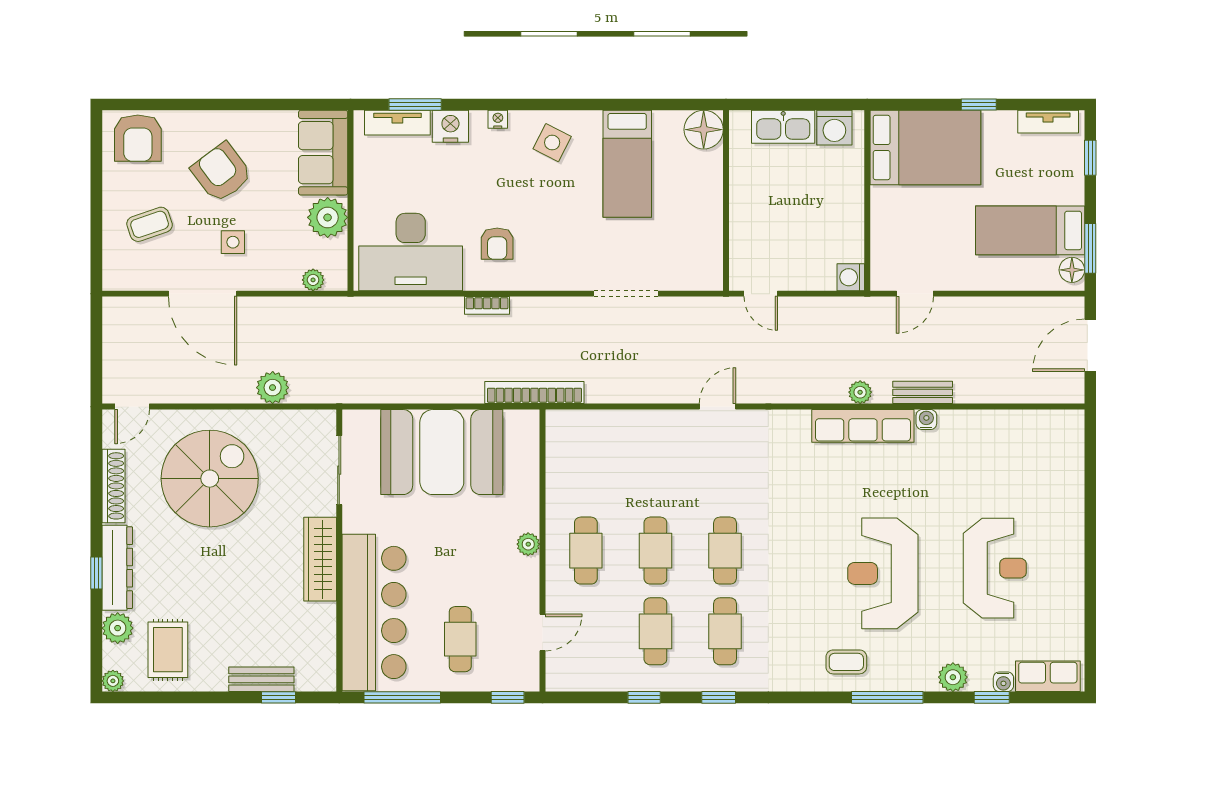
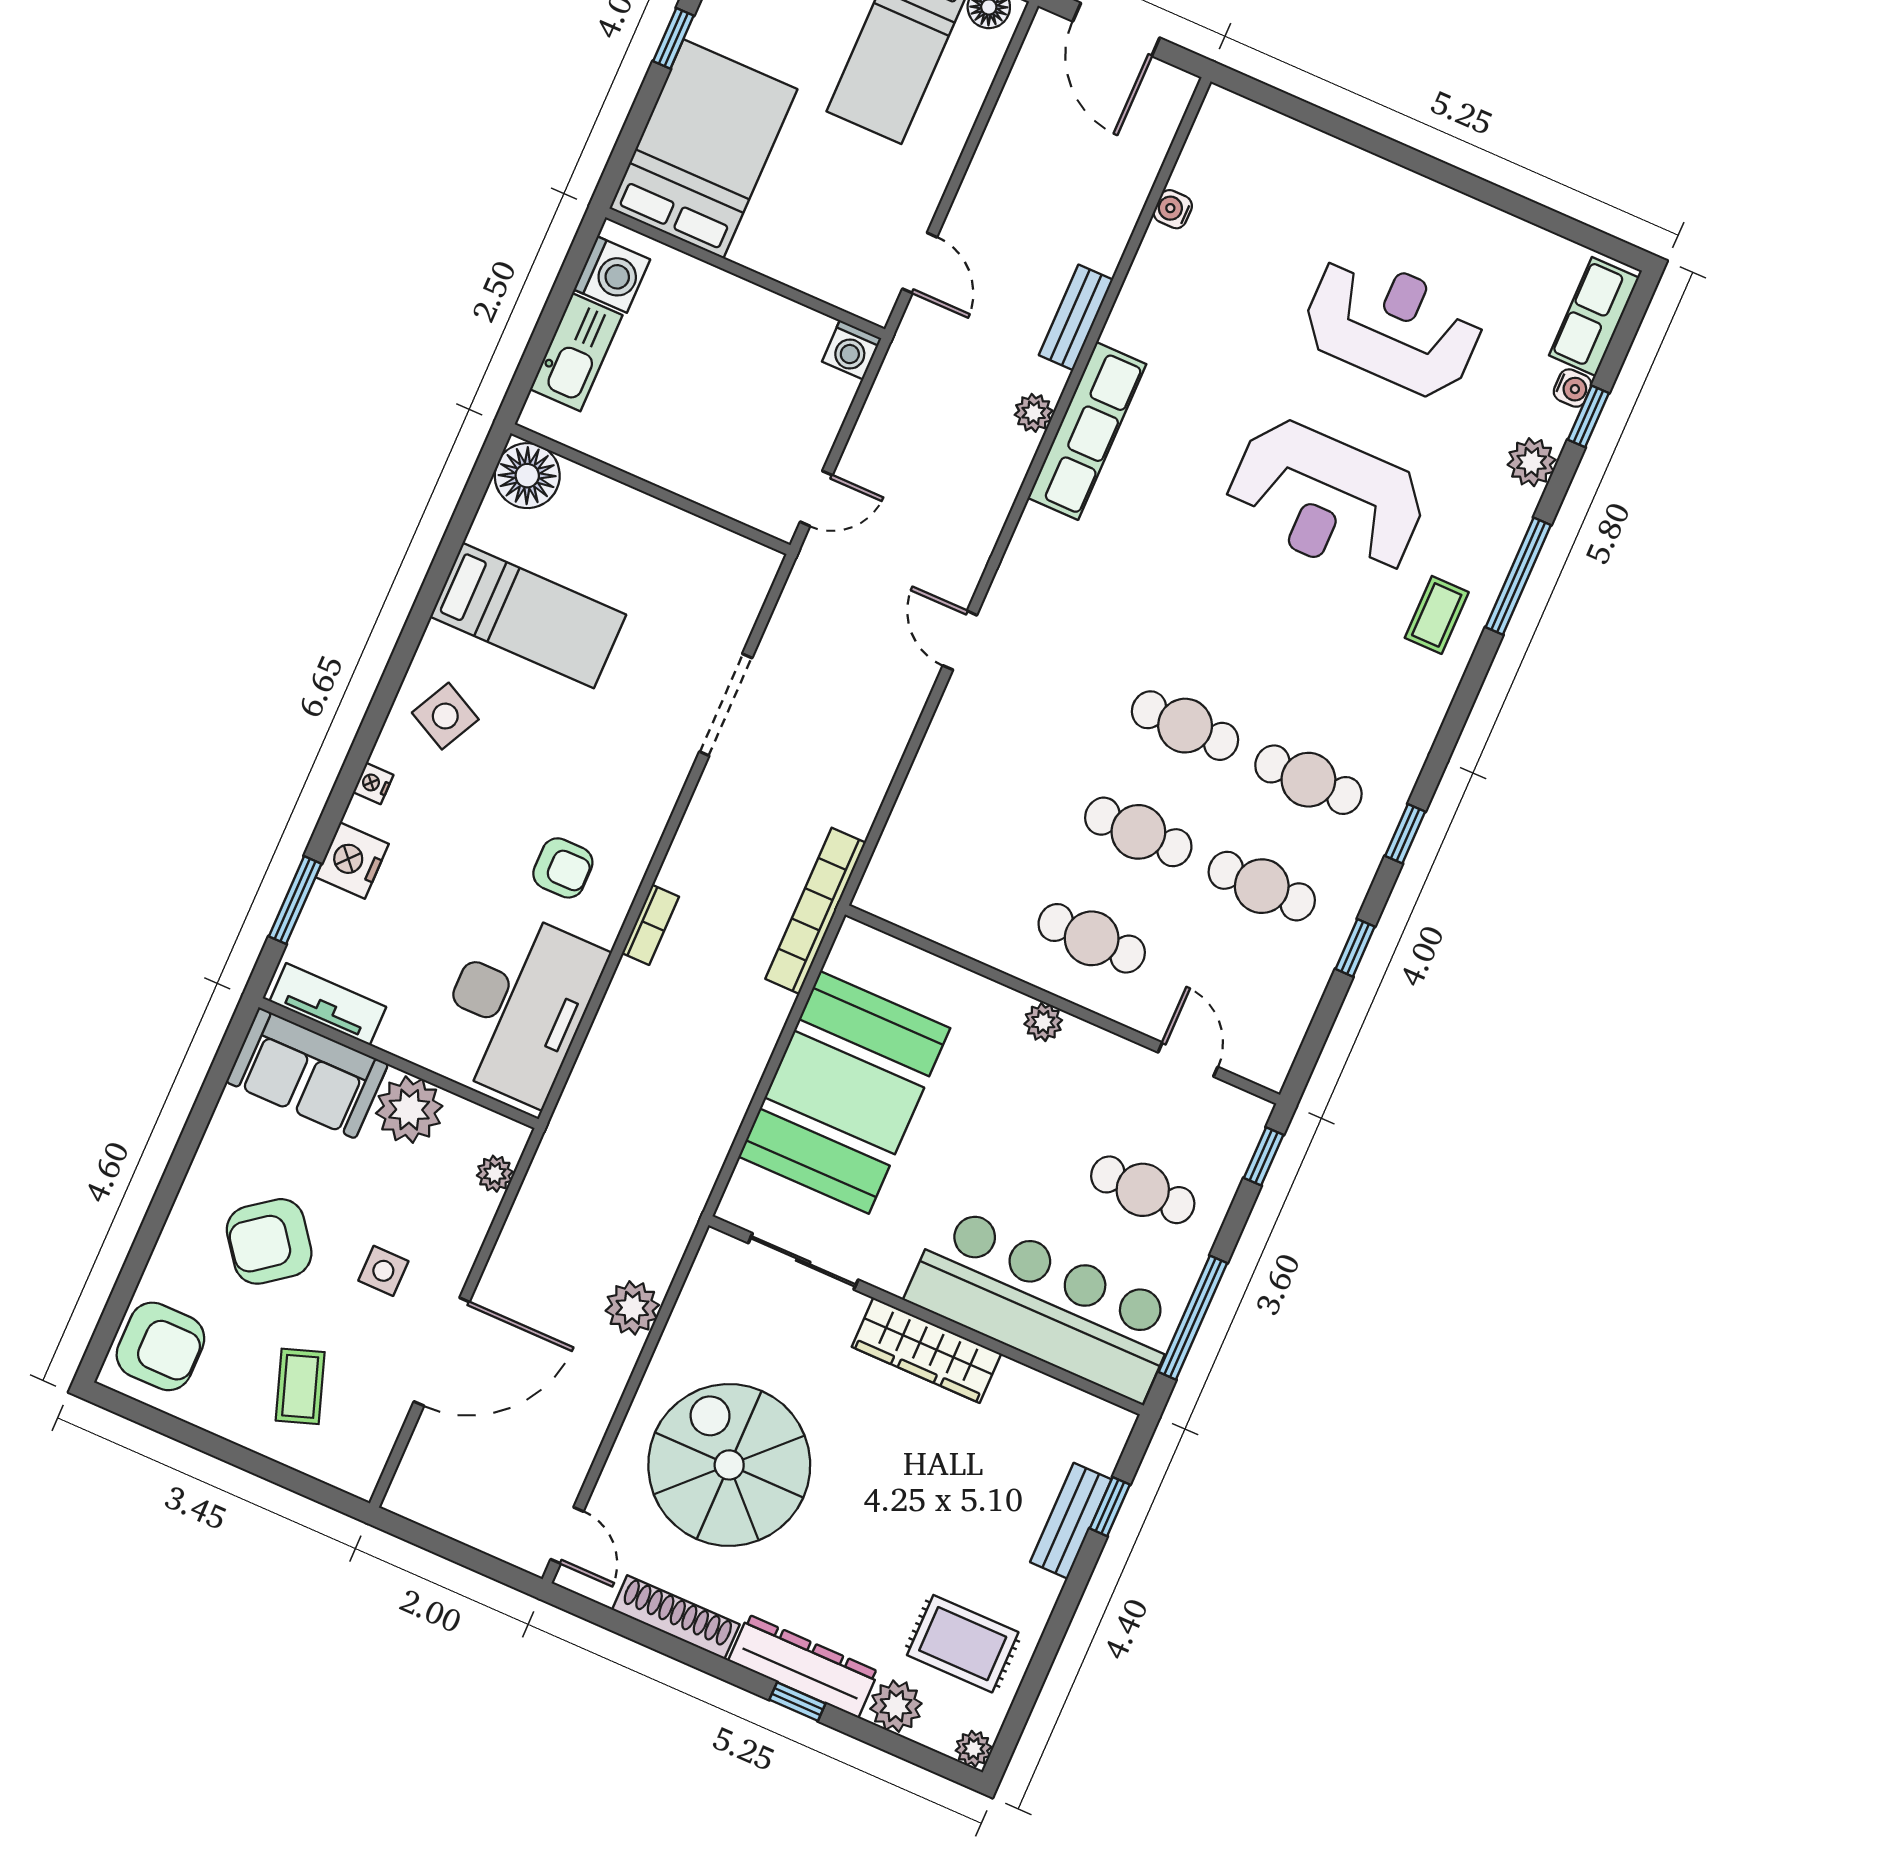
tv unit: (397, 123) -> (328, 1004), moved, turned -90
water cooler: (926, 420) -> (1173, 209), moved

